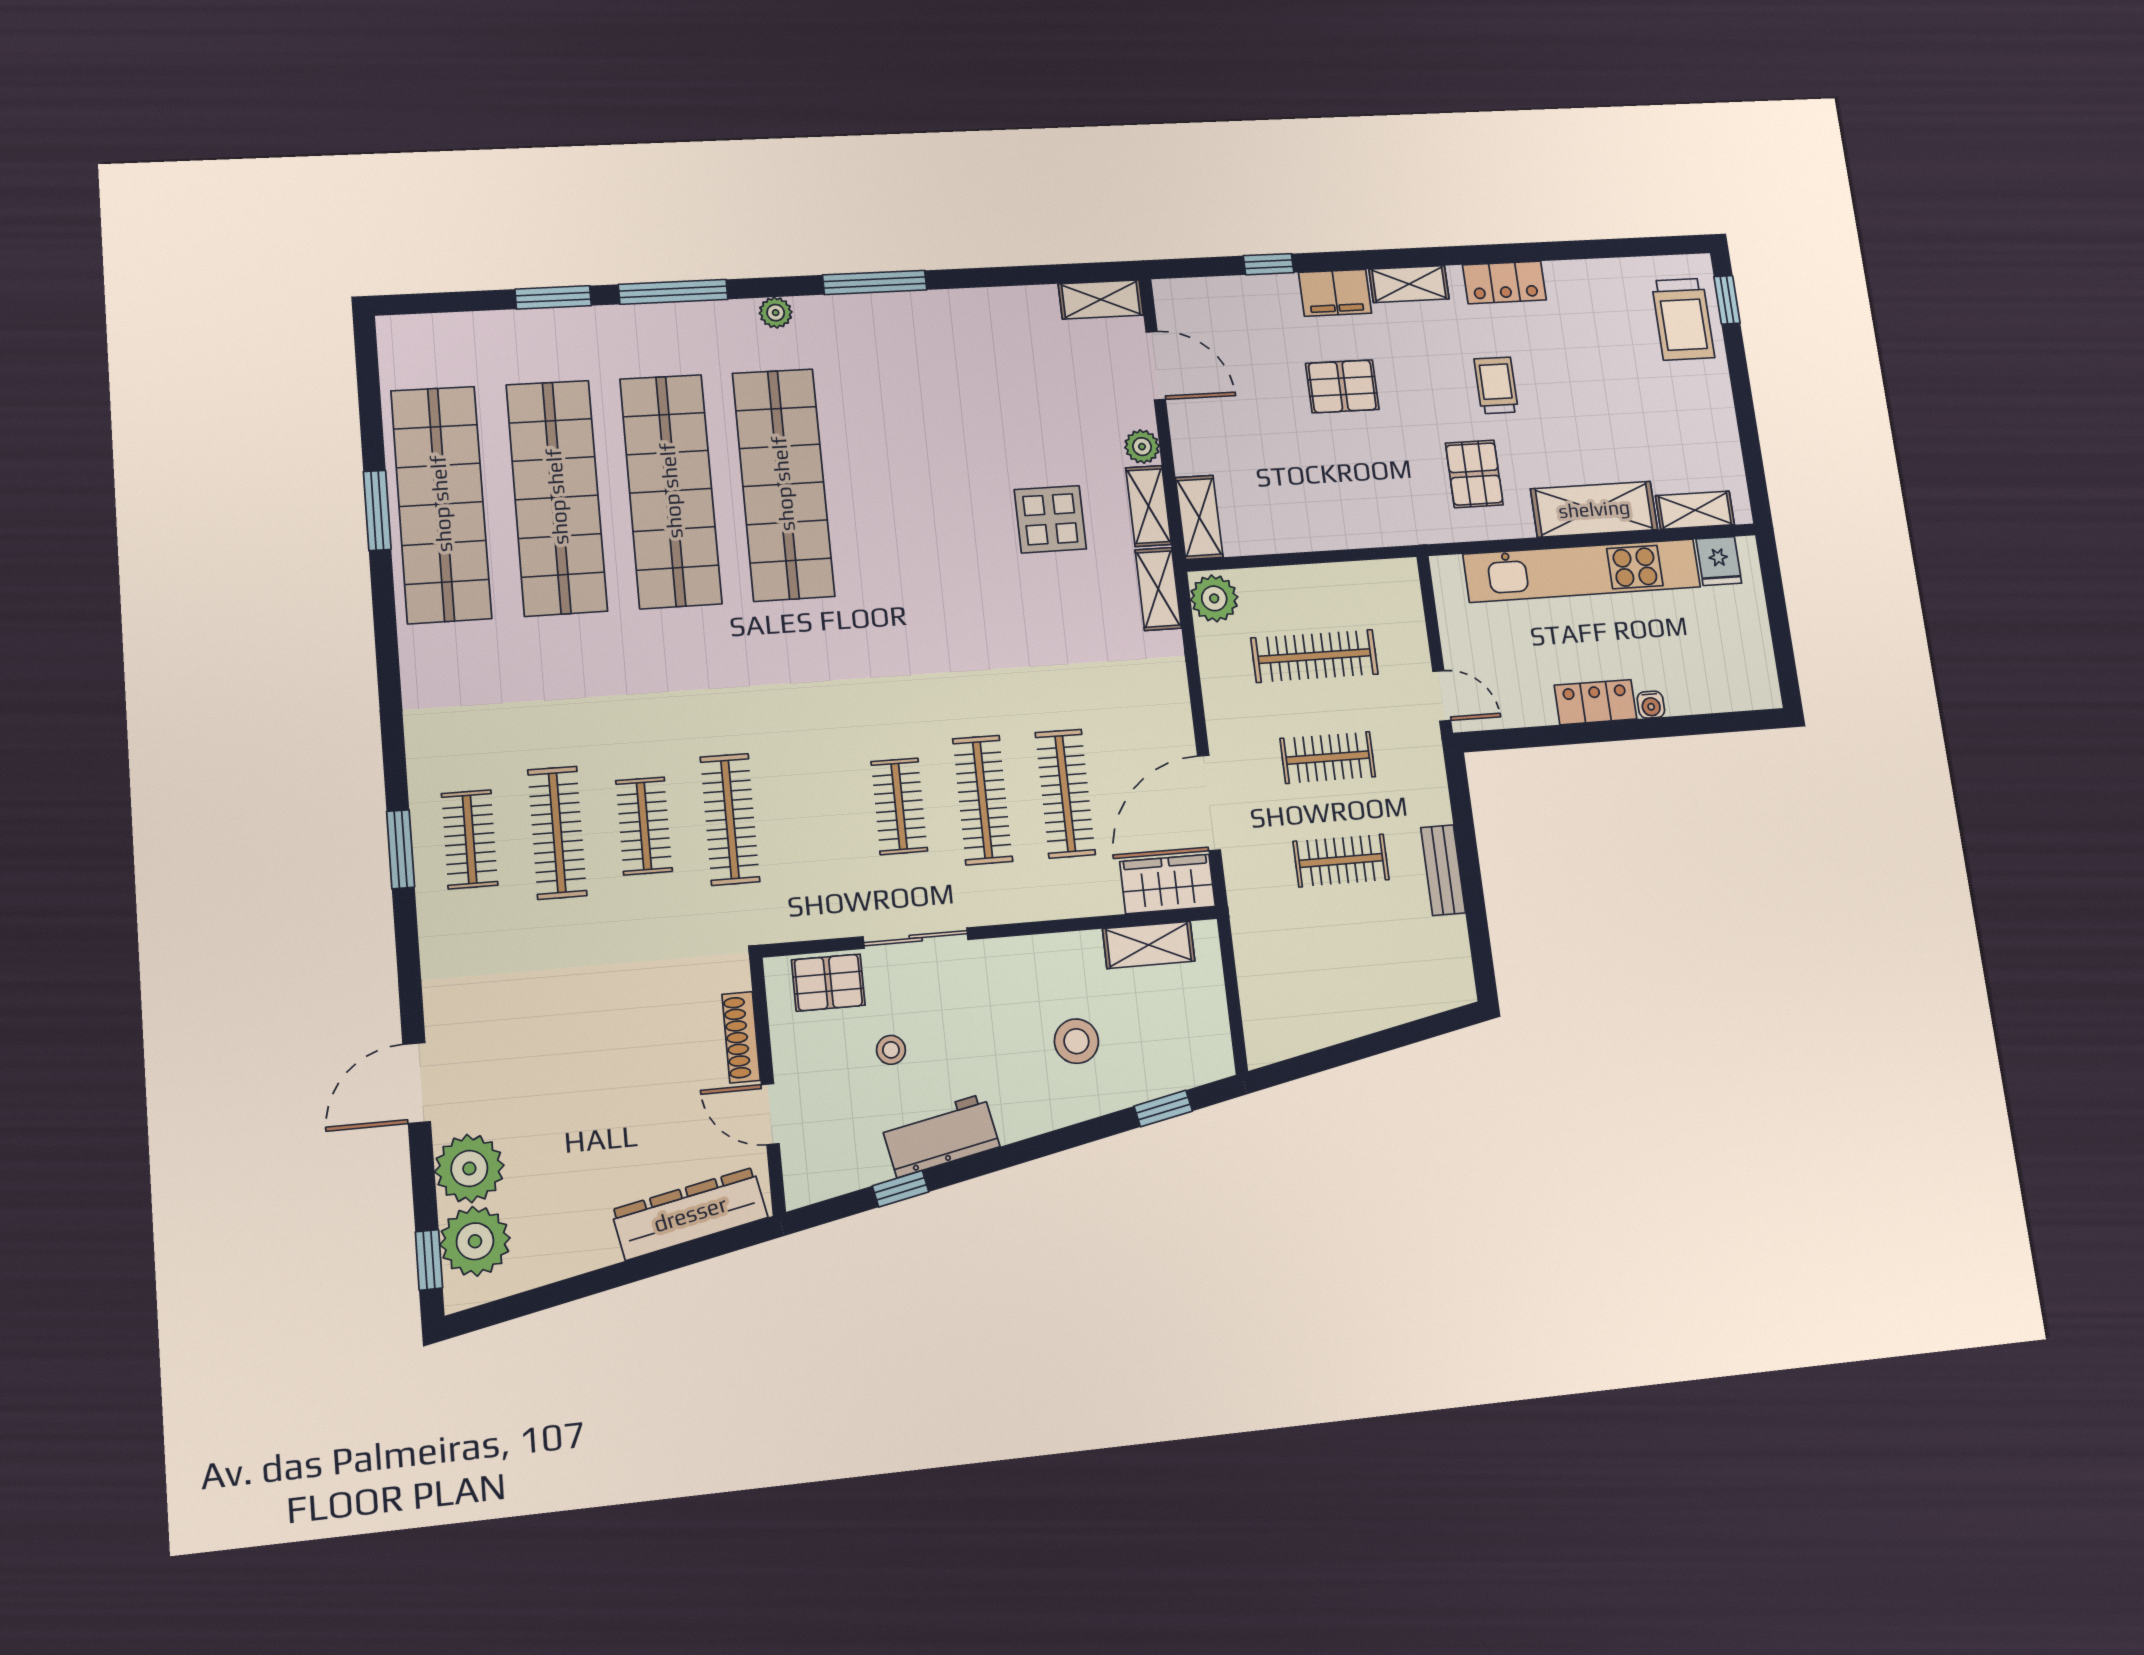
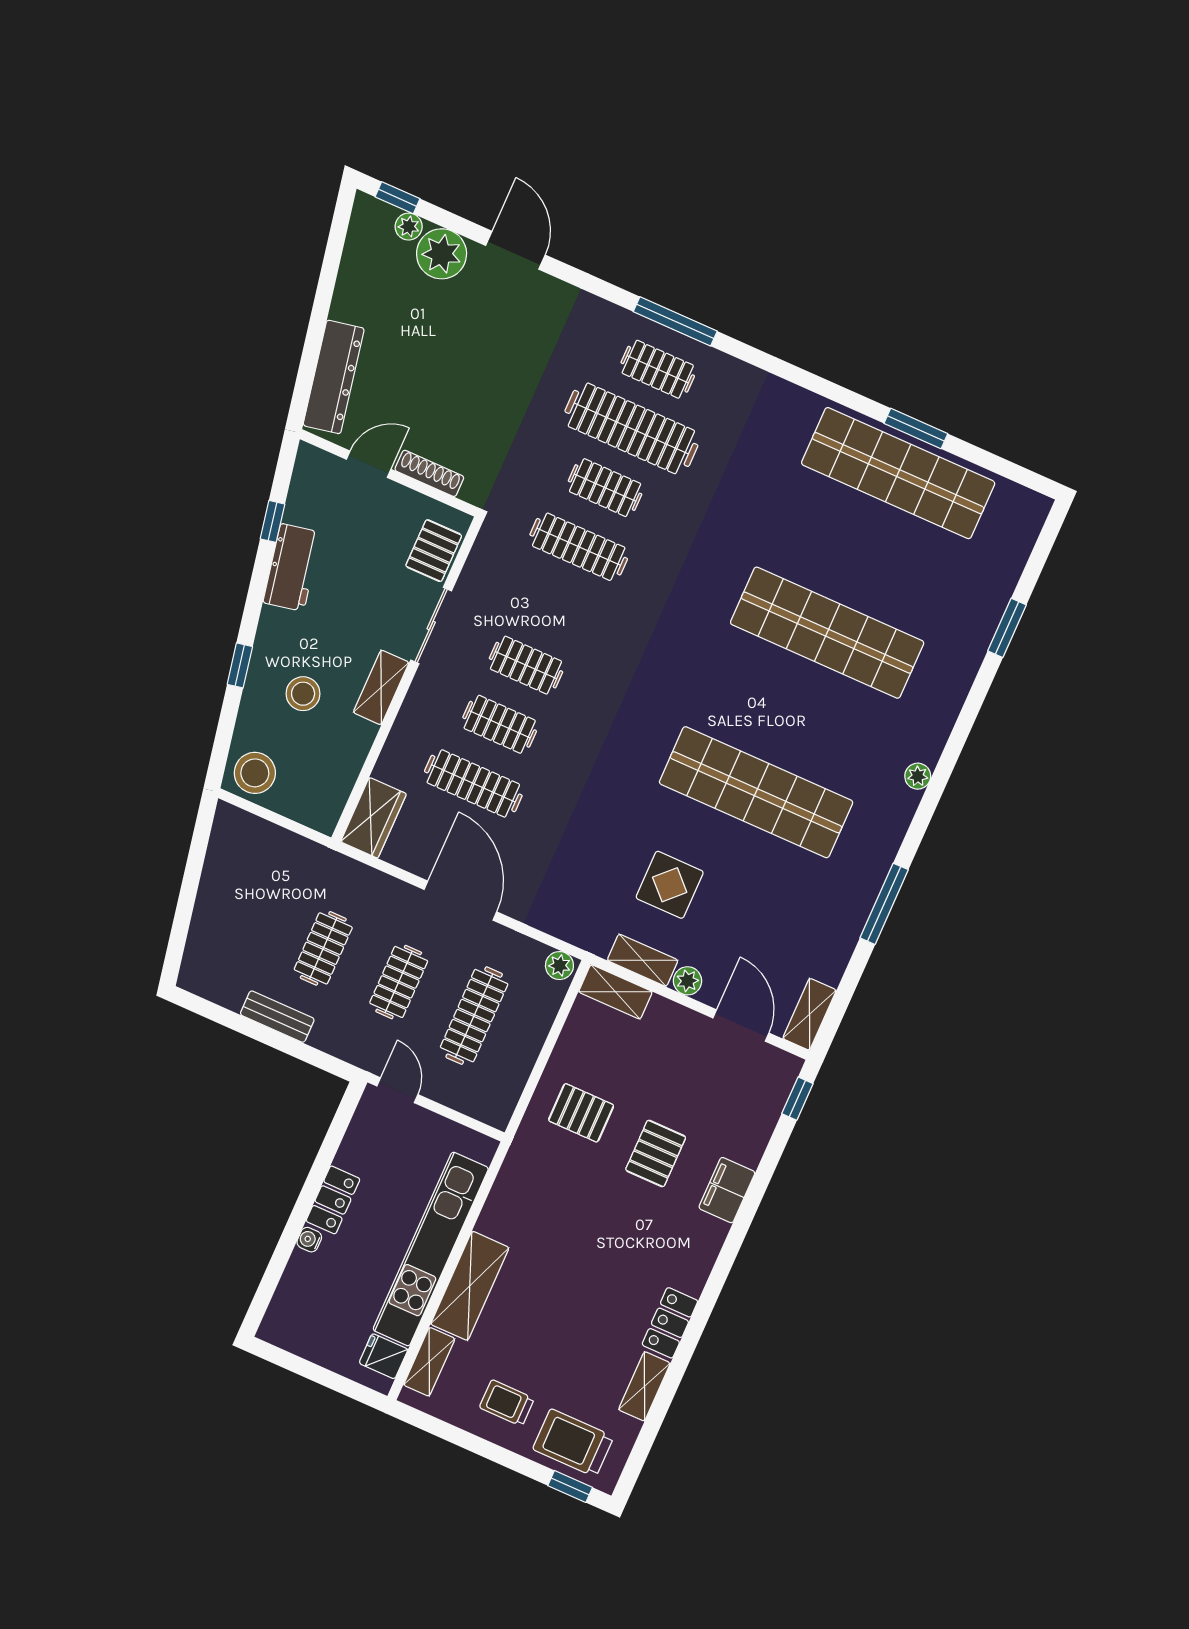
window: (1269, 264) -> (797, 1099), moved
window: (875, 282) -> (884, 904), moved
shelving: (1409, 284) -> (644, 1386), moved
window: (673, 292) -> (969, 713), removed
door: (1156, 366) -> (741, 1025), swing flipped
trolley: (1496, 385) -> (507, 1403), moved, turned 180
pallet: (1474, 474) -> (581, 1113), moved
shop shelf: (783, 484) -> (756, 792), moved
shop shelf: (557, 497) -> (863, 553), removed
shelving: (1158, 589) -> (580, 932), removed
plant: (1214, 598) -> (559, 966), width x0.73, depth x0.73
door: (1442, 696) -> (397, 1090), swing flipped
clothes rail: (983, 800) -> (500, 724), width x0.73
door: (1209, 803) -> (460, 901), moved
clothes rail: (557, 833) -> (631, 428), width x1.37, depth x1.31
window: (401, 849) -> (675, 321), width x1.44
shelving: (1149, 945) -> (381, 687), moved
stool: (891, 1050) -> (255, 773), moved, width x1.89, depth x1.89
window: (1163, 1109) -> (240, 665), moved
plant: (475, 1241) -> (409, 227), width x0.53, depth x0.53

